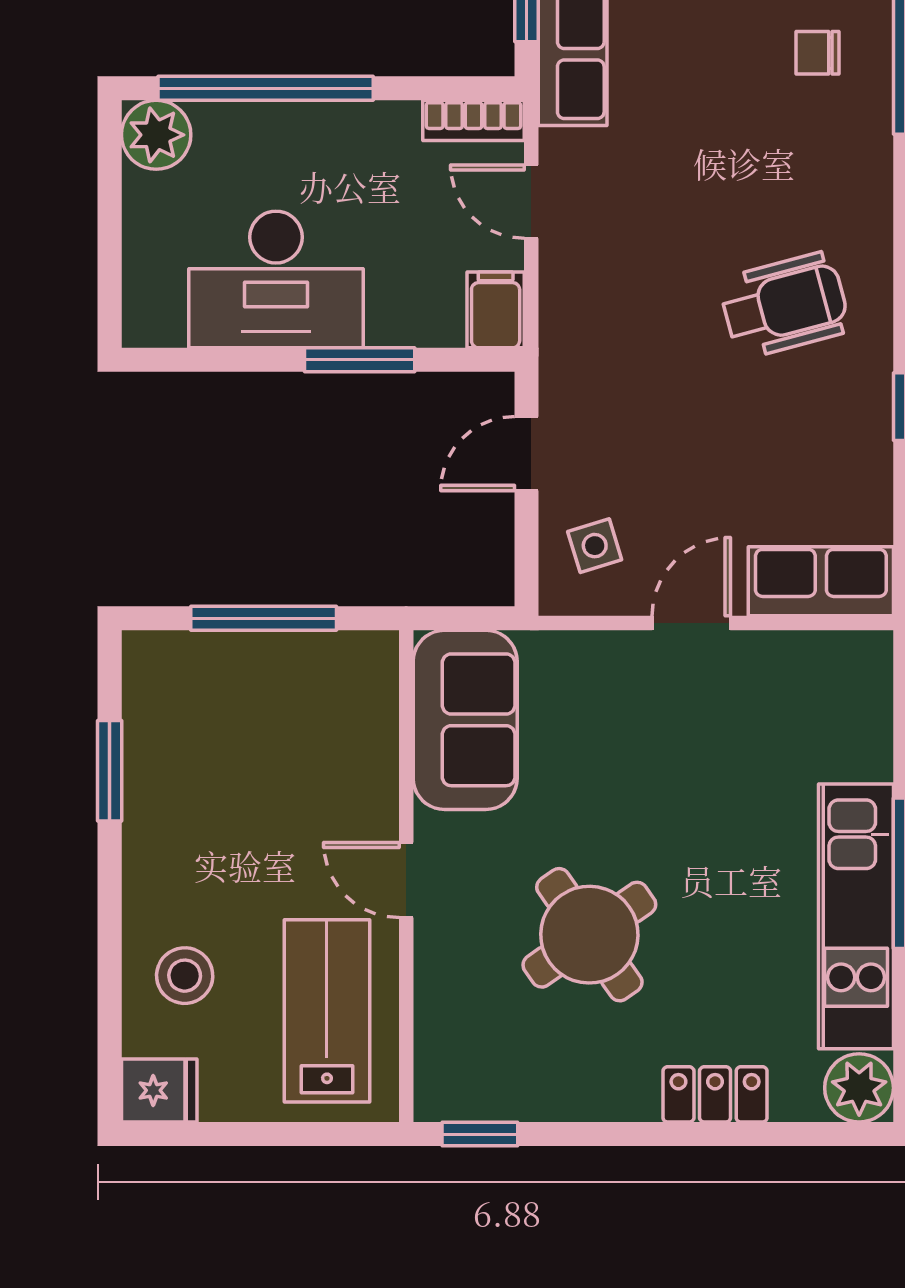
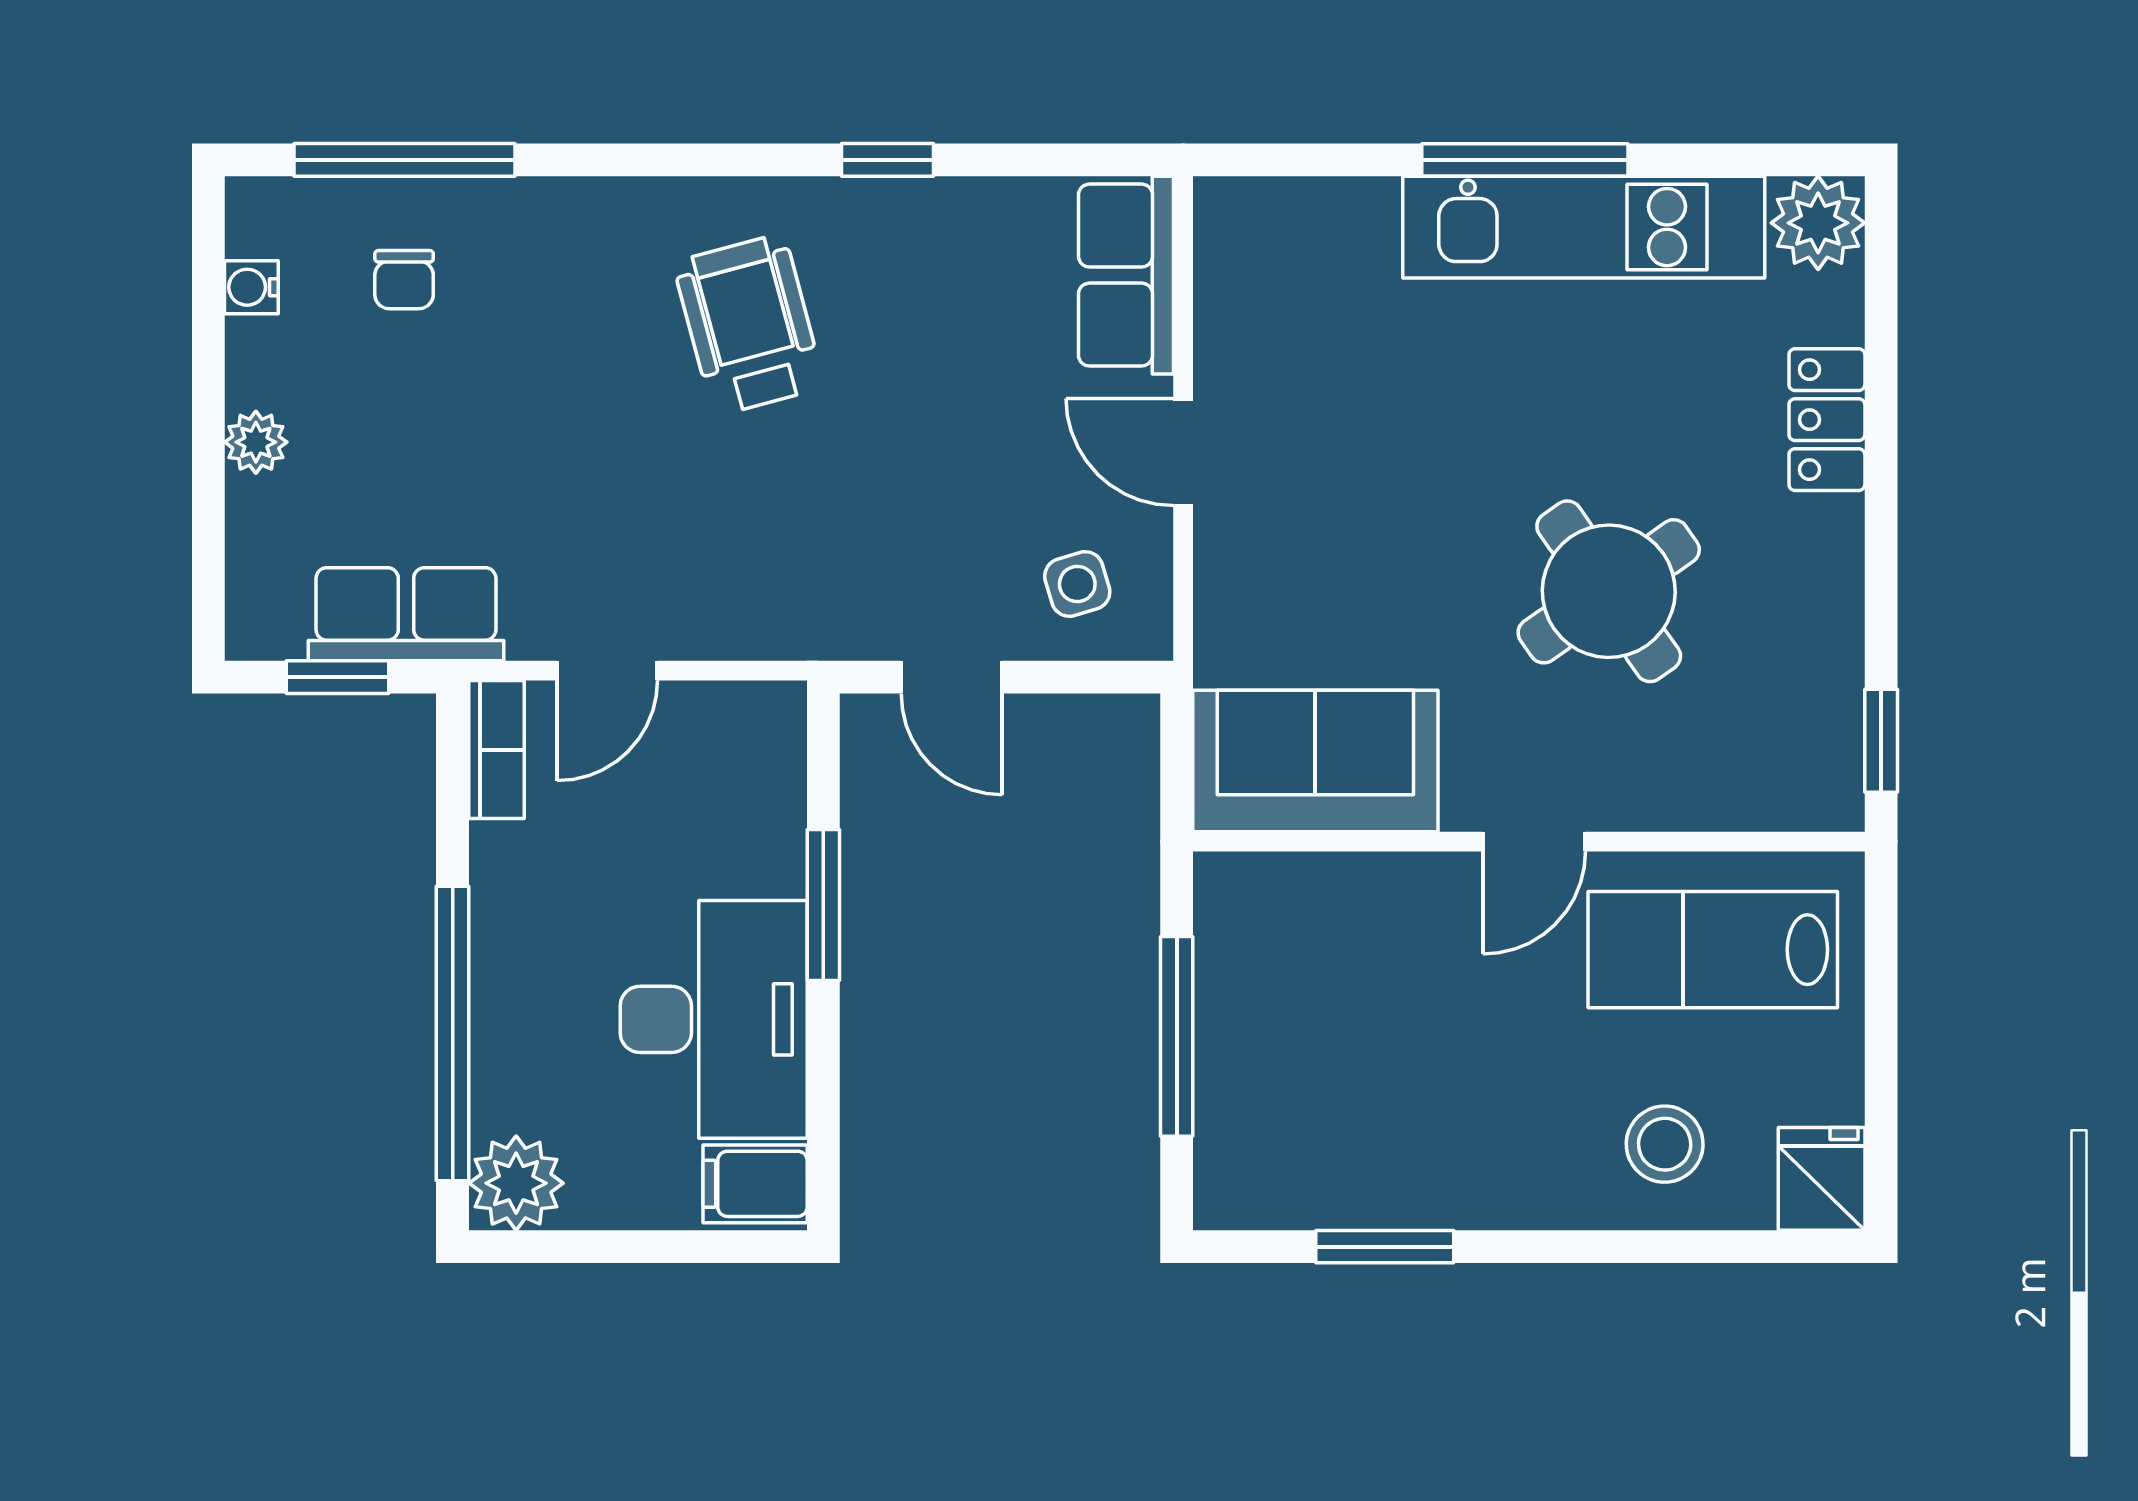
filing cabinet: (496, 310) -> (755, 1184), moved

